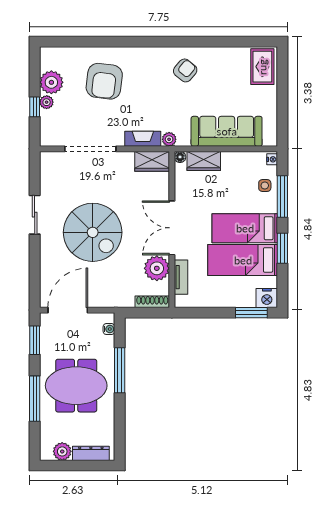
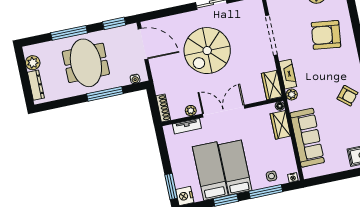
plant: (157, 268) -> (191, 111), width x0.53, depth x0.53

